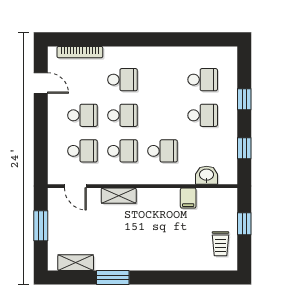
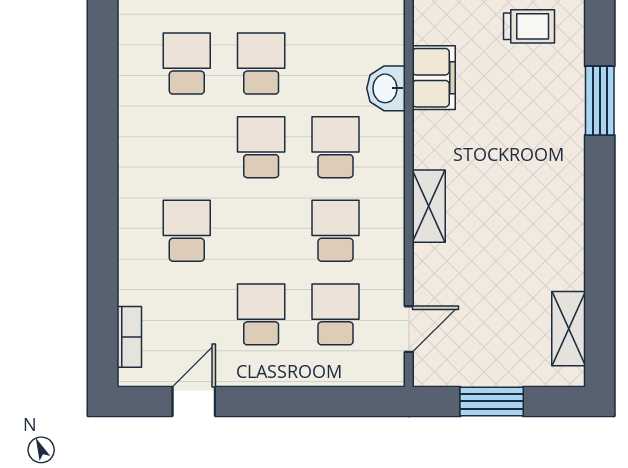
bookcase: (80, 52) -> (129, 337), width x0.64
school desk: (122, 115) -> (261, 147), moved
washbasin: (207, 175) -> (386, 88), moved
shelving: (119, 196) -> (429, 206), moved
filing cabinet: (188, 198) -> (434, 78), width x2.00
window: (113, 278) -> (600, 101), moved

